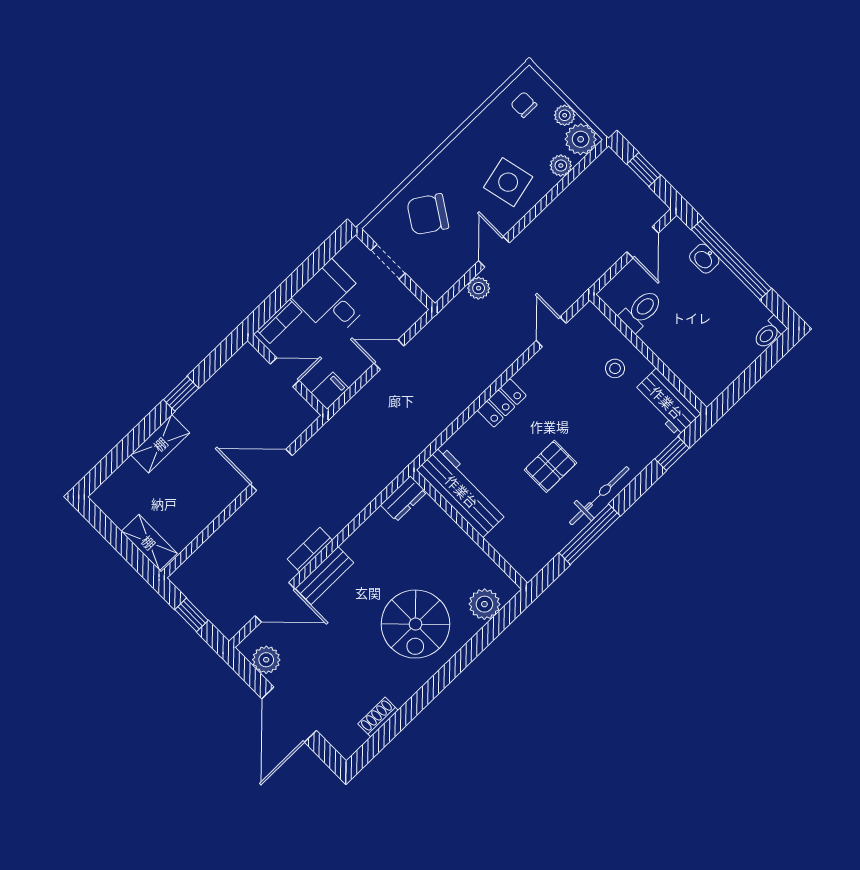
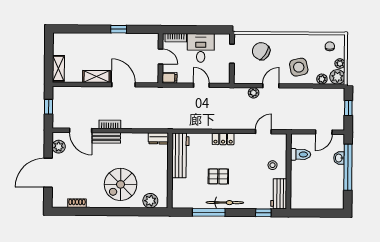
toilet: (770, 333) -> (336, 205), removed
shelving: (160, 444) -> (97, 76), moved

